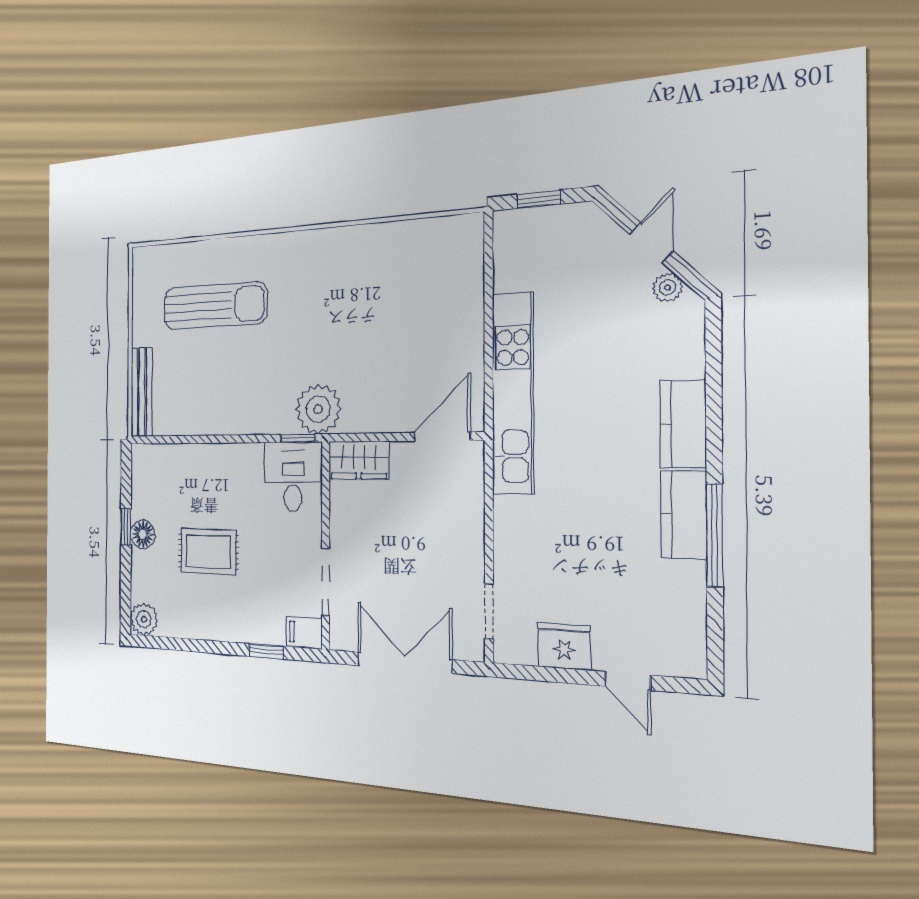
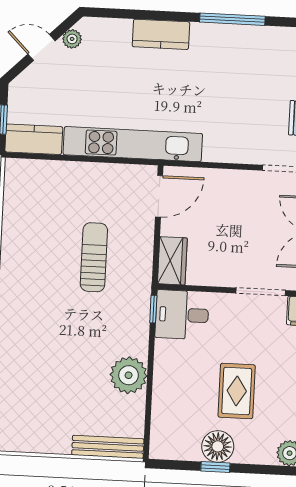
sun lounger: (215, 306) -> (94, 257), moved, width x0.73, depth x0.75
plant: (318, 409) -> (129, 375), moved
door: (442, 437) -> (159, 196), swing flipped
kitchen counter: (683, 515) -> (34, 139), moved, turned 180
floor lamp: (143, 534) -> (218, 446), width x1.38, depth x1.38

